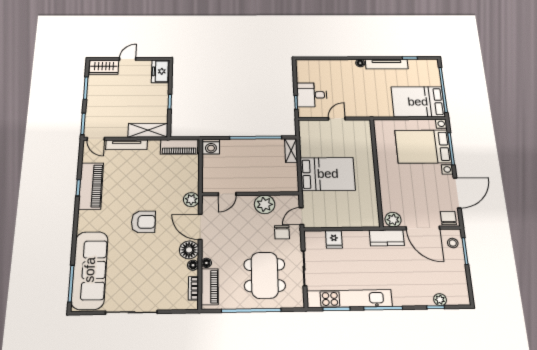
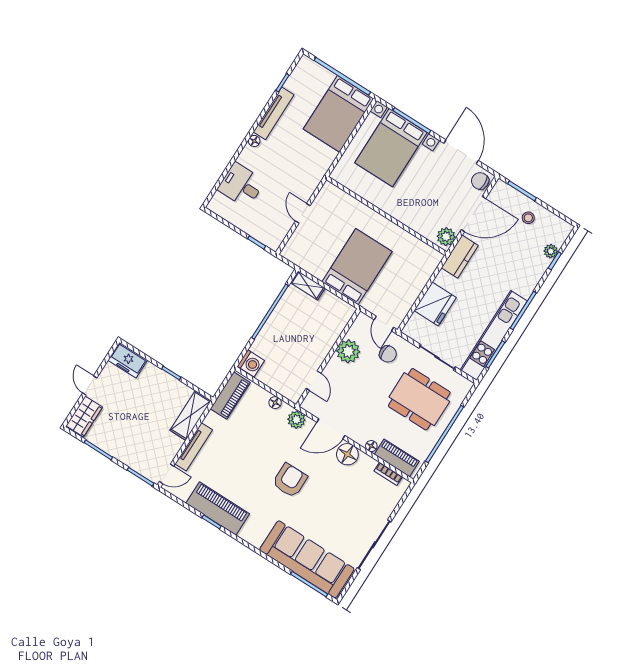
desk: (312, 95) -> (241, 185), moved, turned 90
fridge: (334, 239) -> (435, 304), width x1.88, depth x1.34
stool: (453, 243) -> (528, 218), moved
floor lamp: (193, 265) -> (275, 403), moved

